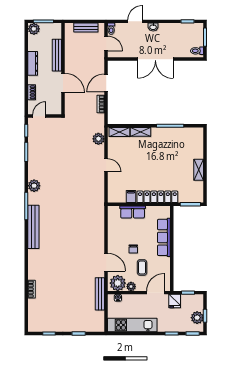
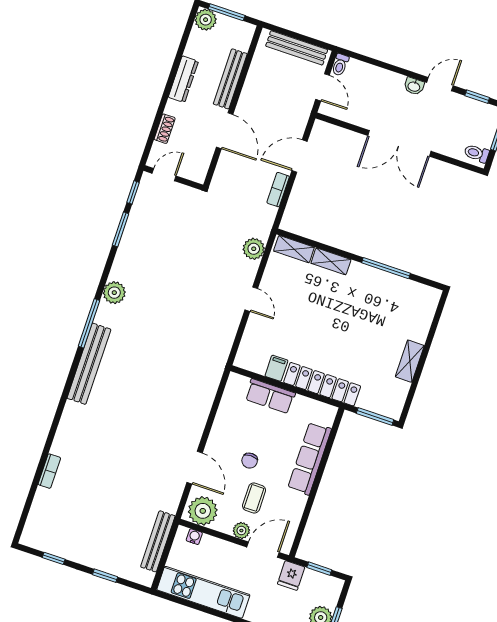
door: (135, 21) -> (440, 84), moved
bench: (86, 28) -> (297, 48), width x1.36
plant: (131, 286) -> (241, 531), moved
bench: (100, 294) -> (158, 541), moved

